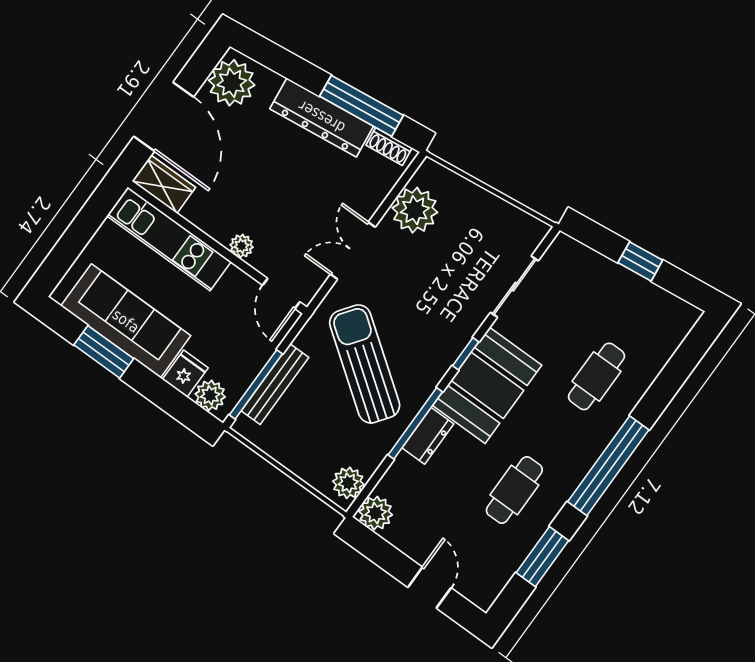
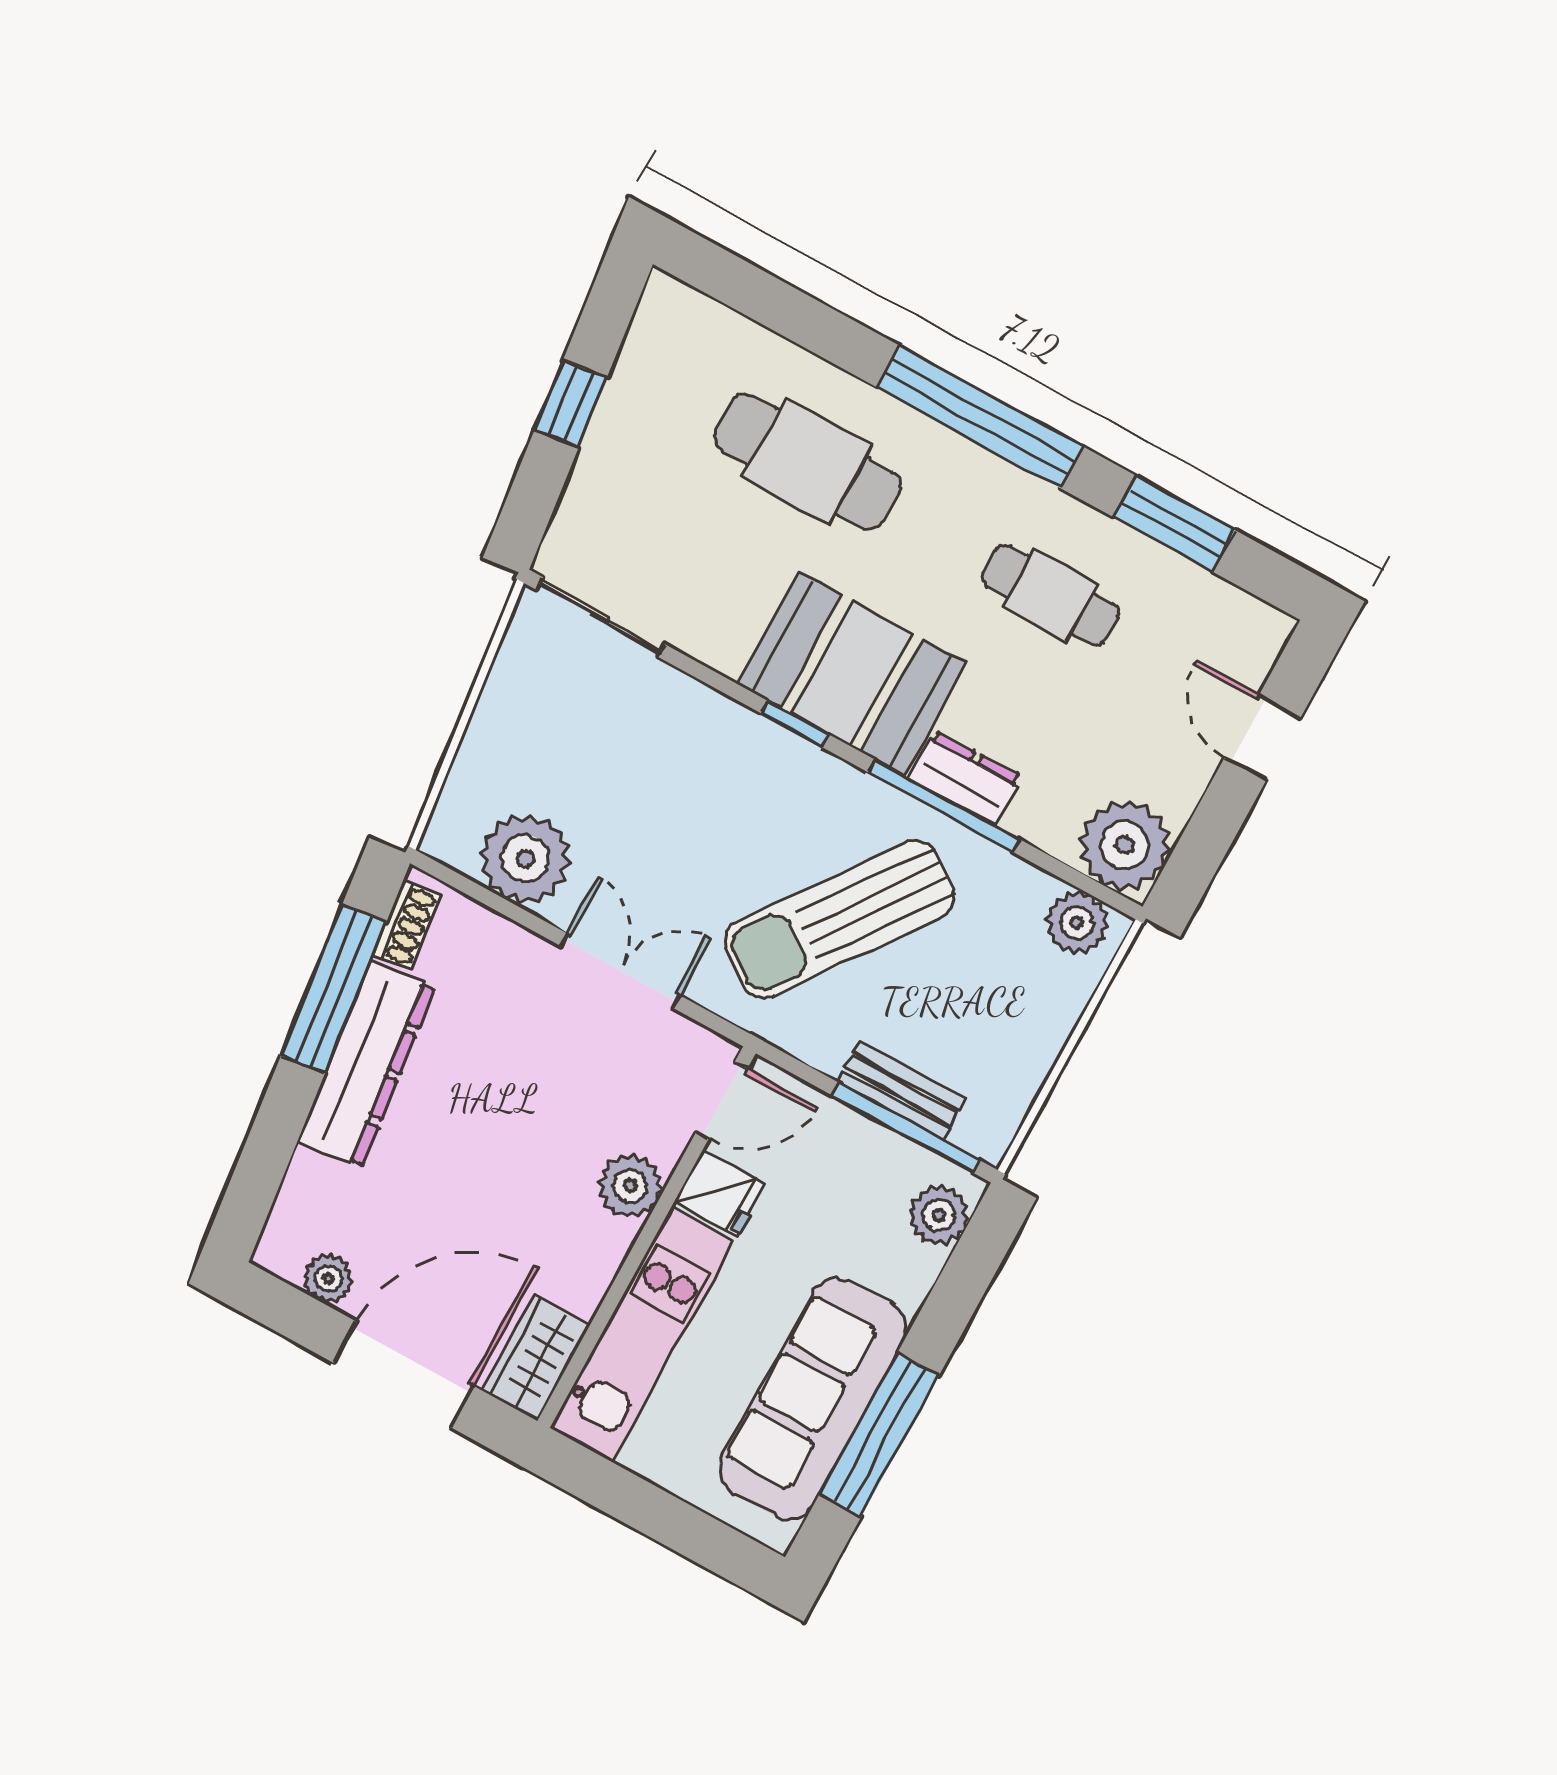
plant: (232, 83) -> (328, 1278), width x0.53, depth x0.53
plant: (242, 246) -> (630, 1186), width x1.38, depth x1.38
double door: (353, 251) -> (620, 971), swing flipped
sliding door: (514, 287) -> (601, 617), moved
window: (104, 352) -> (879, 1435), width x1.44
fridge: (185, 374) -> (720, 1193), moved, turned 180
cafe table: (597, 376) -> (807, 461), width x1.37, depth x1.35
bench: (275, 384) -> (901, 1091), width x0.73
plant: (376, 513) -> (1125, 845), width x1.36, depth x1.36
door: (429, 588) -> (1263, 738), hinge flipped

